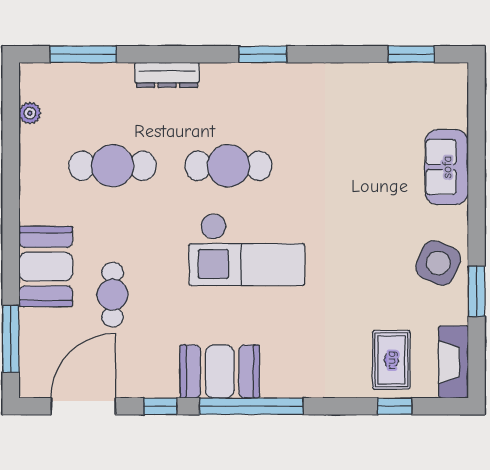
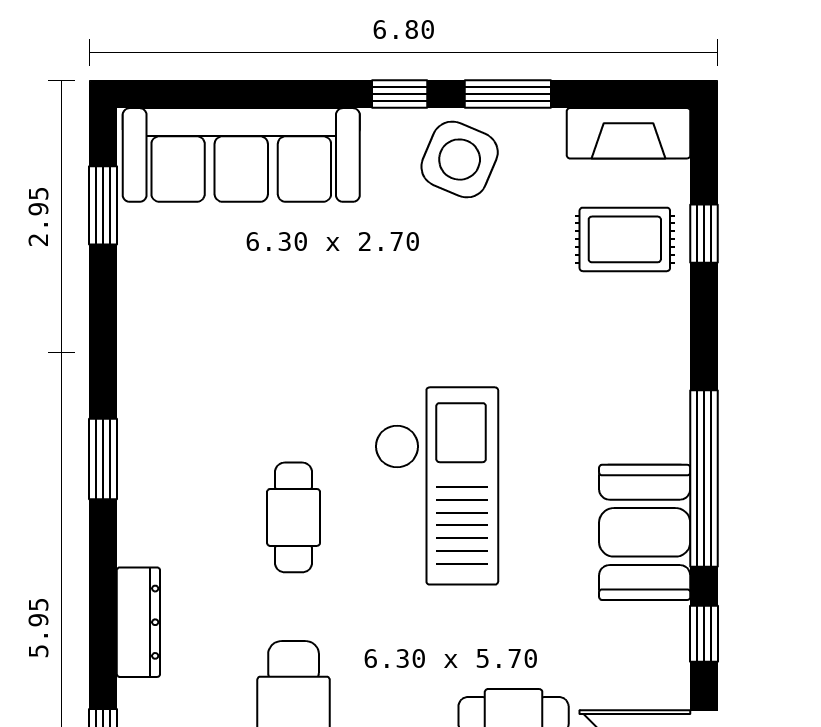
cafe table: (228, 166) -> (294, 517), width x0.73, depth x0.74
sofa: (447, 167) -> (241, 155), width x1.85, depth x1.27
window: (477, 228) -> (400, 94), added

